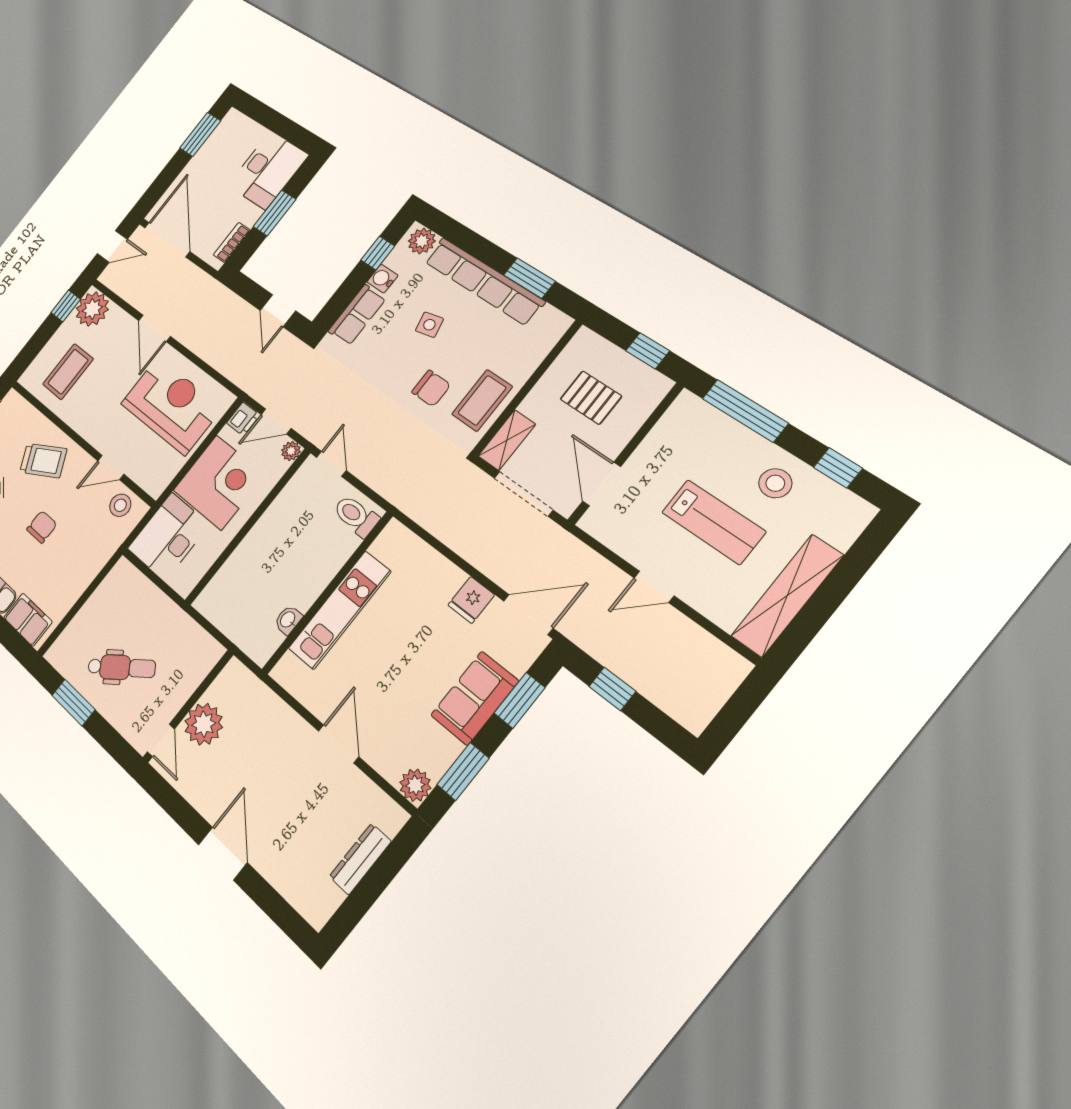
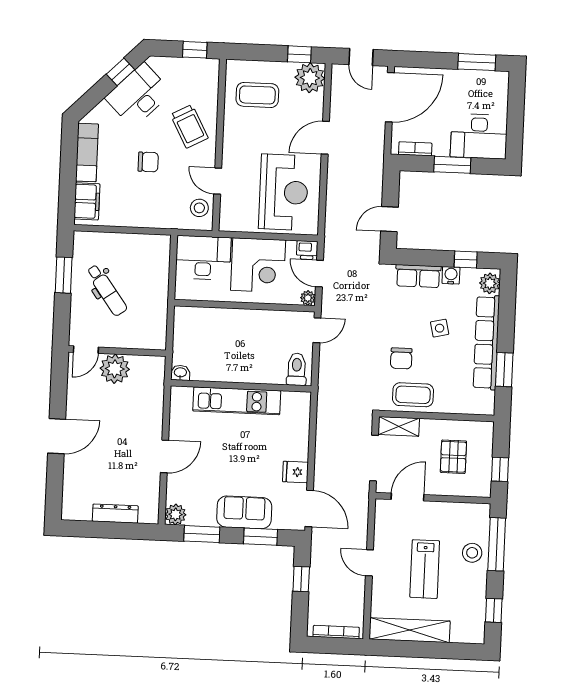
stool: (775, 483) -> (472, 553), moved
washbasin: (288, 620) -> (180, 373), moved
bookcase: (719, 694) -> (336, 632), added

